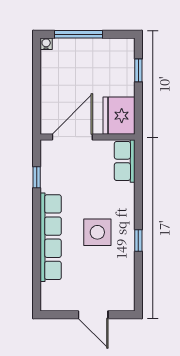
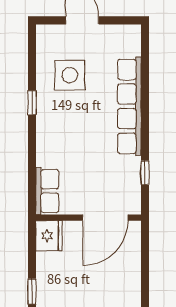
fridge: (119, 116) -> (49, 236), width x0.73, depth x0.75
side table: (97, 232) -> (70, 75), moved

